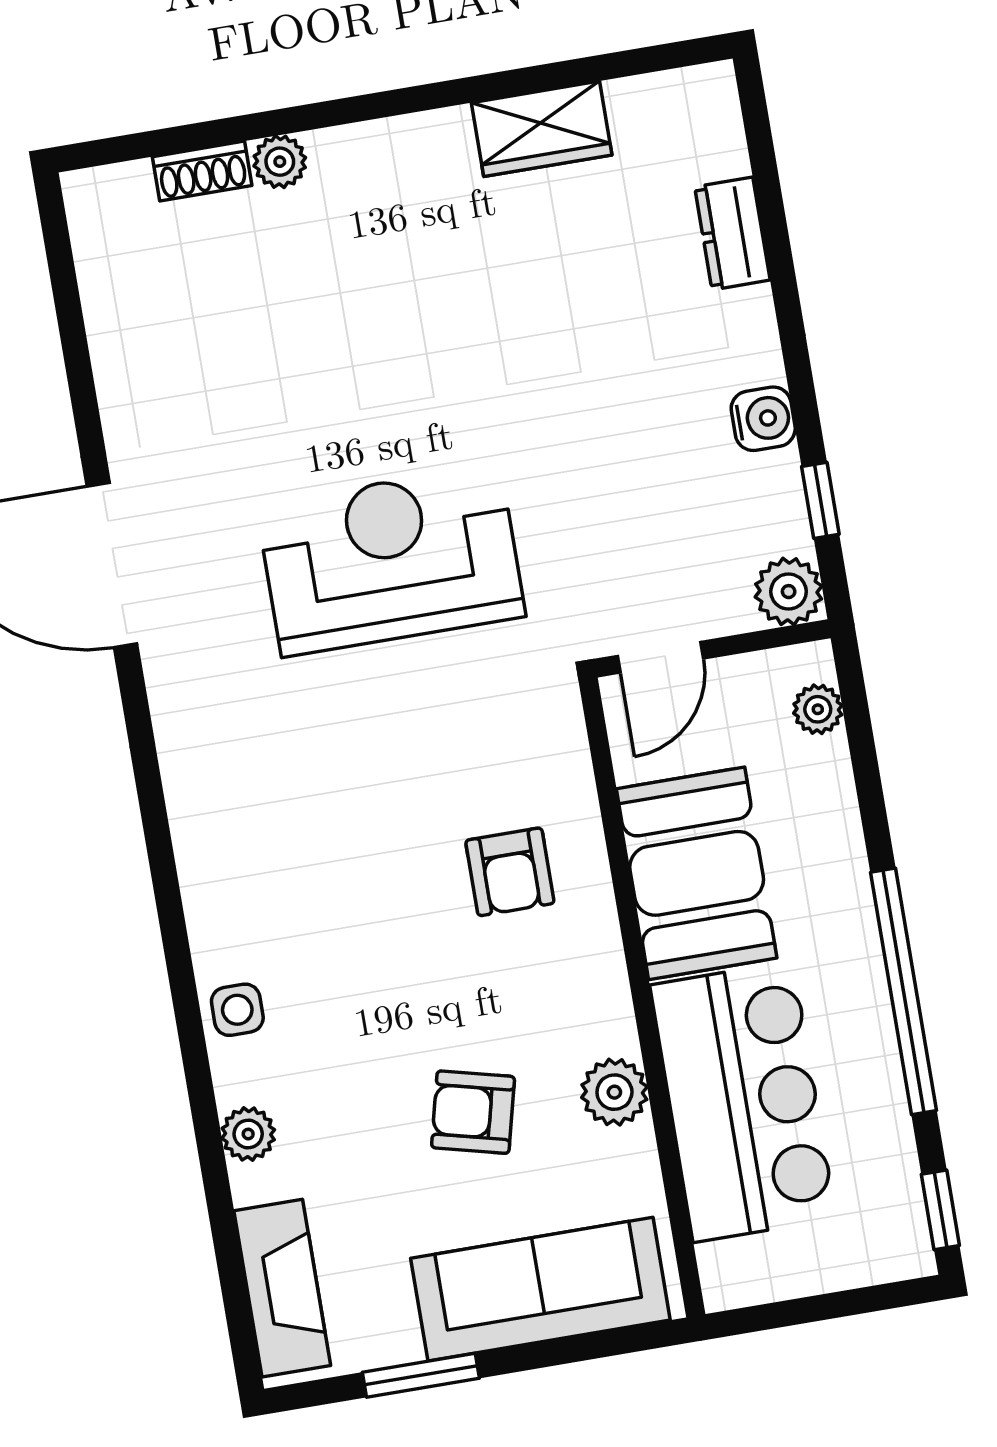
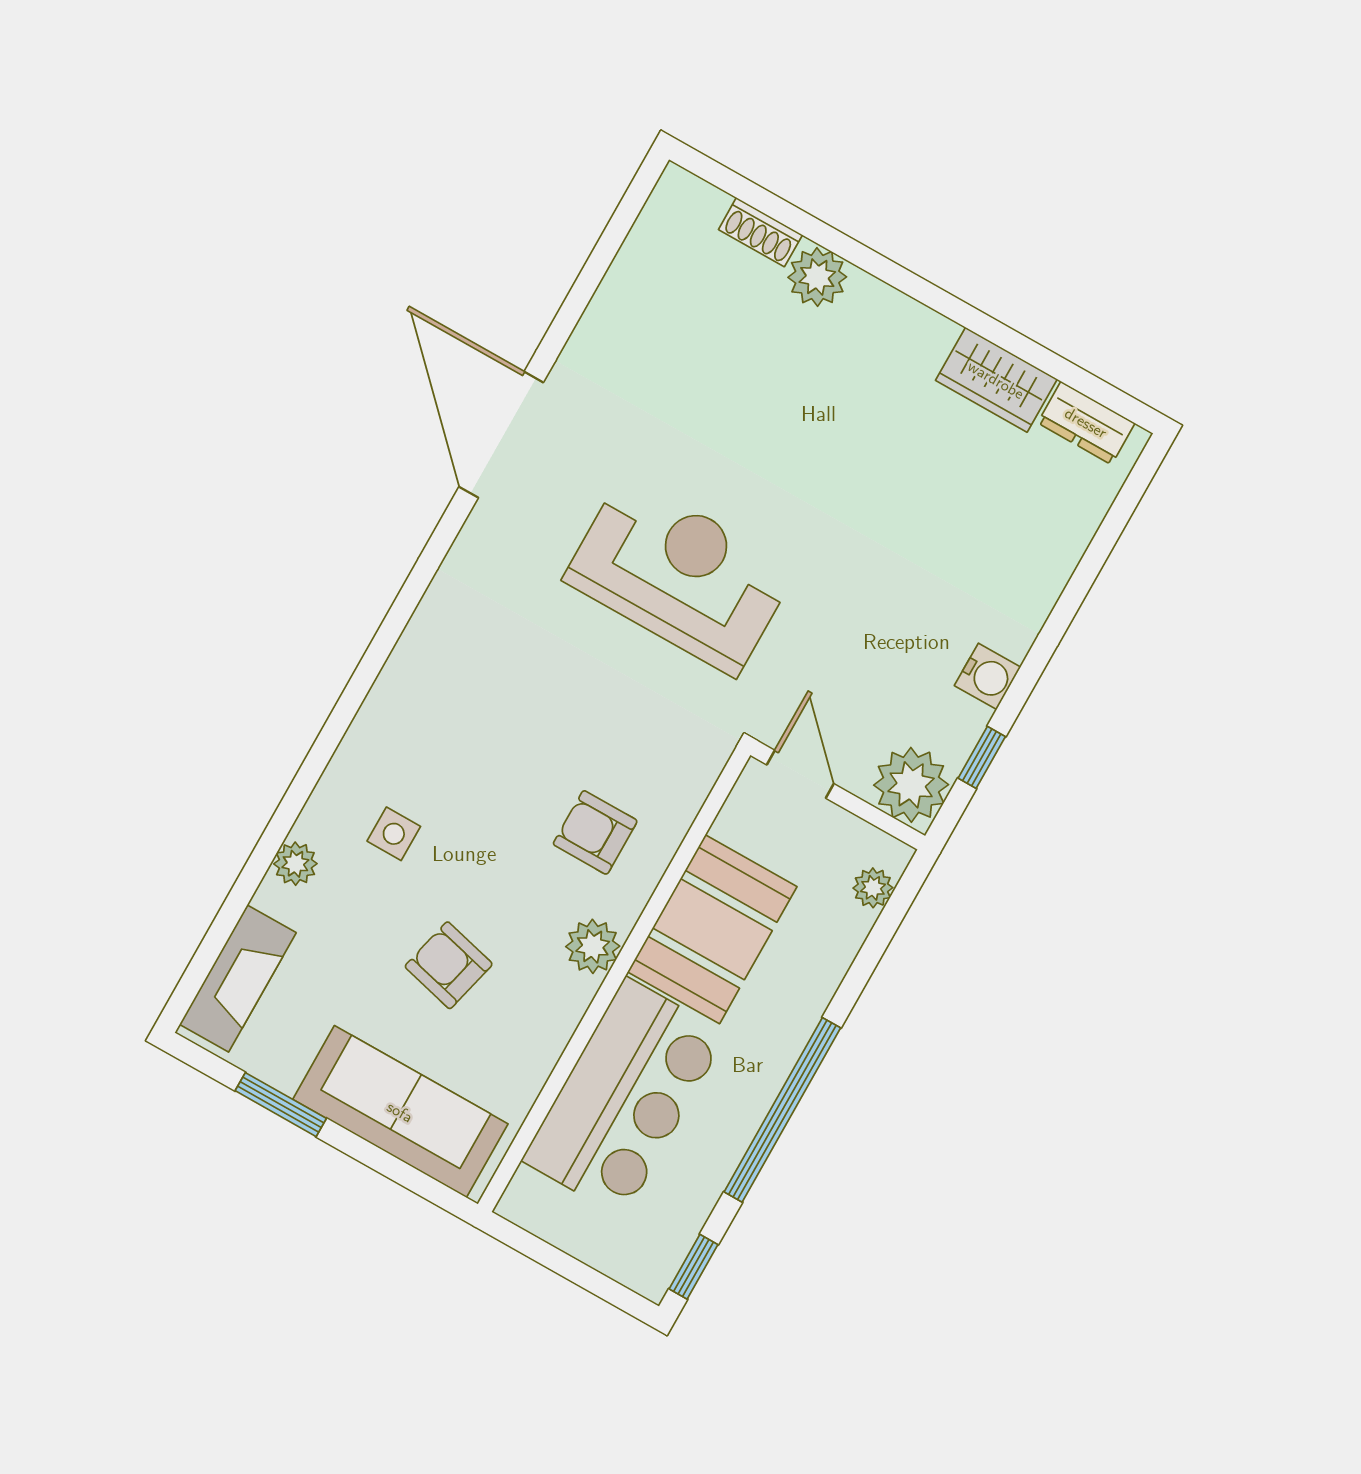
plant: (280, 162) -> (817, 277), width x1.38, depth x1.38
dresser: (732, 233) -> (1086, 423), moved, turned -90
plant: (789, 592) -> (911, 785), width x1.36, depth x1.36
door: (660, 657) -> (800, 774), swing flipped
armchair: (510, 872) -> (595, 832), turned 90
side table: (237, 1010) -> (394, 834), moved
plant: (614, 1092) -> (593, 946), moved

